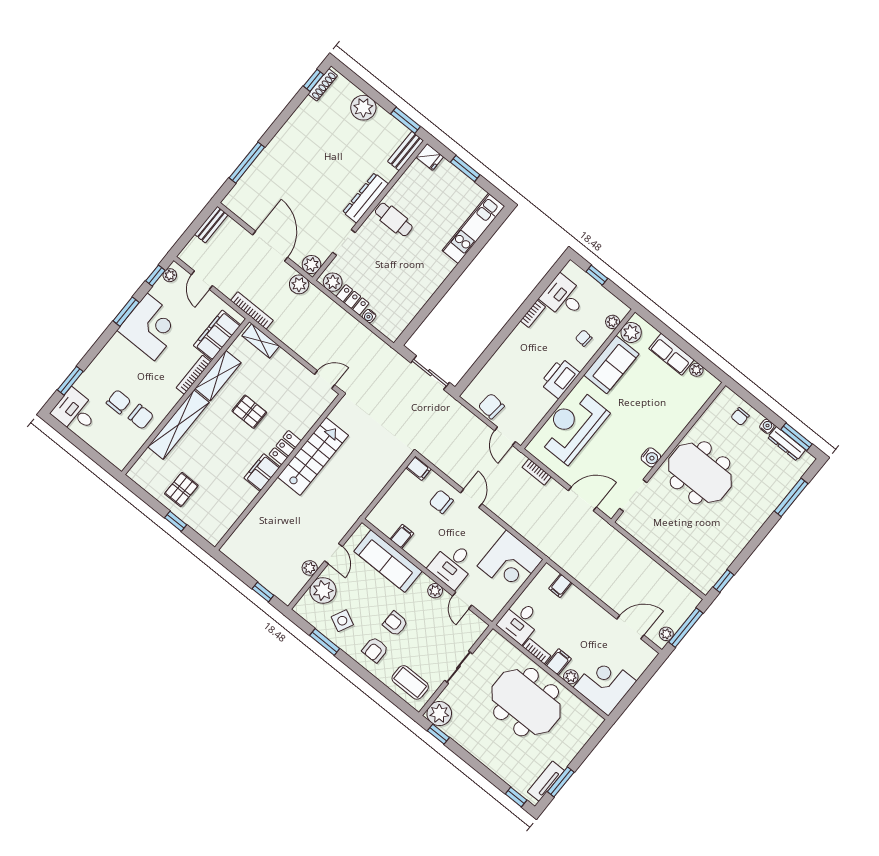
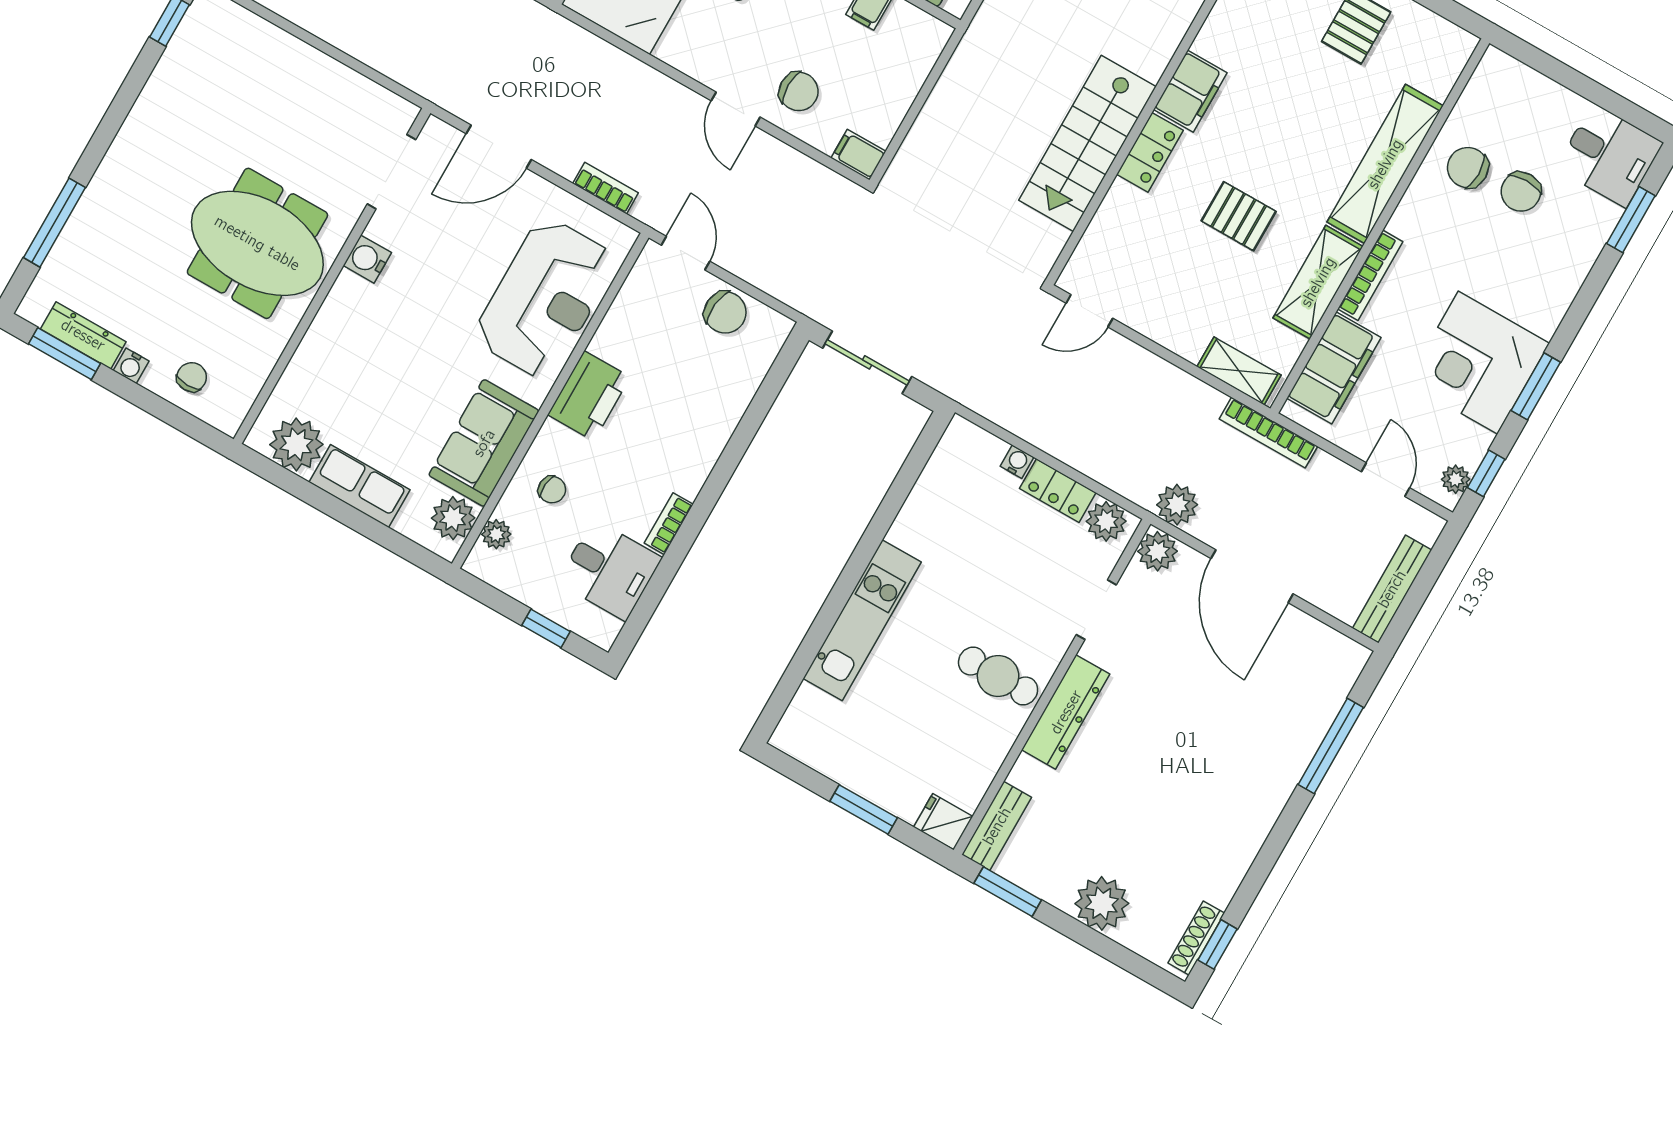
bench: (211, 225) -> (1392, 589), width x1.36
kitchen unit: (473, 228) -> (862, 620), moved
plant: (696, 370) -> (296, 444), width x1.88, depth x1.88

